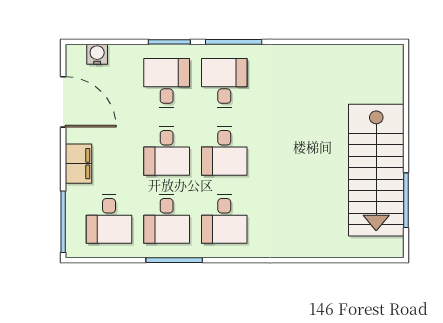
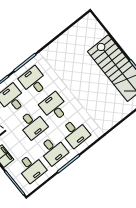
desk: (224, 151) -> (54, 107), turned 180

